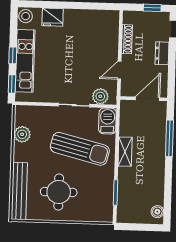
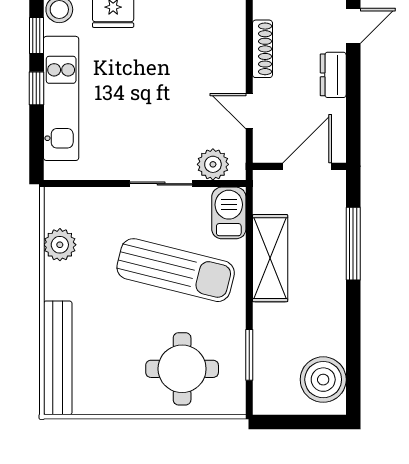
door: (119, 70) -> (249, 111), hinge flipped
window: (12, 84) -> (36, 35), moved
shelving: (125, 152) -> (270, 258), width x1.50, depth x1.33
round table: (59, 192) -> (182, 369), moved
boiler: (157, 212) -> (323, 380), width x1.86, depth x1.86

